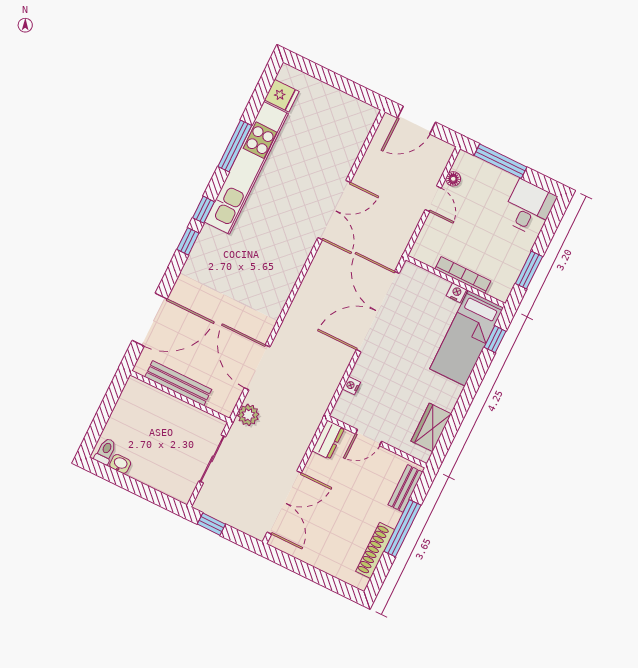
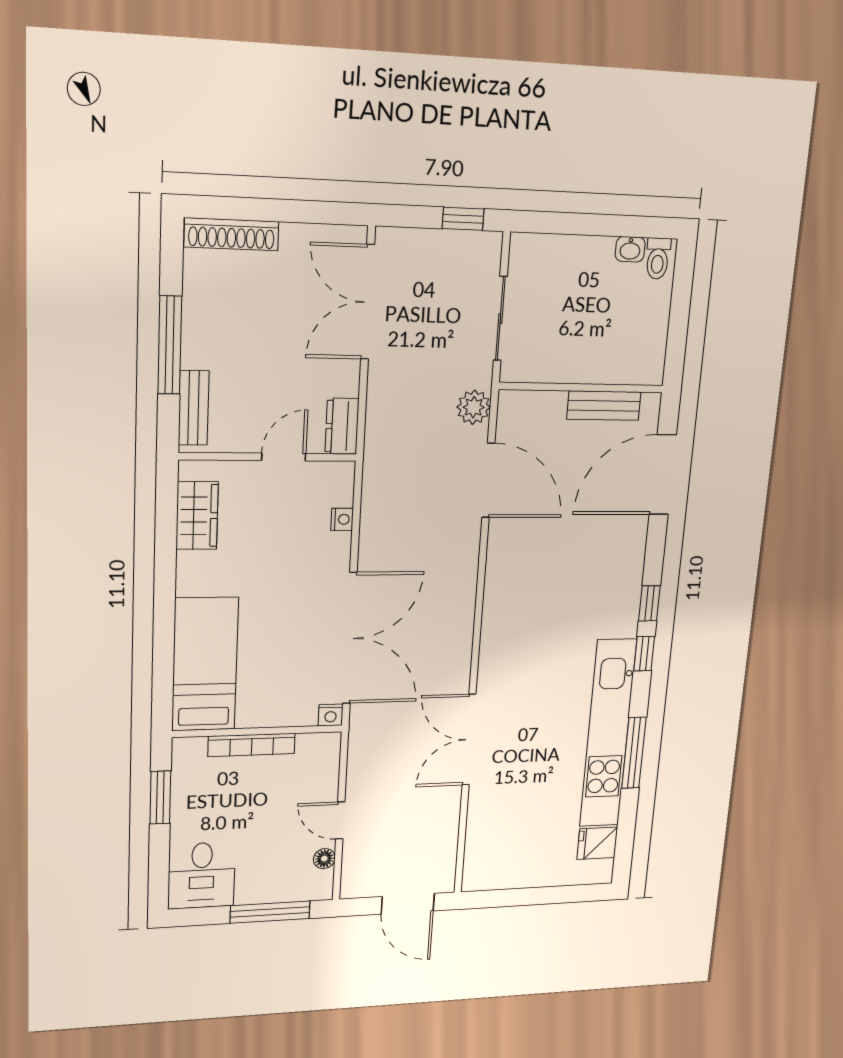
door: (416, 120) -> (408, 904), swing flipped
nightstand: (456, 293) -> (331, 715), moved
window: (495, 339) -> (163, 683), removed
bench: (178, 383) -> (604, 406), width x0.73
shoe rack: (375, 550) -> (232, 234), moved, turned 90

